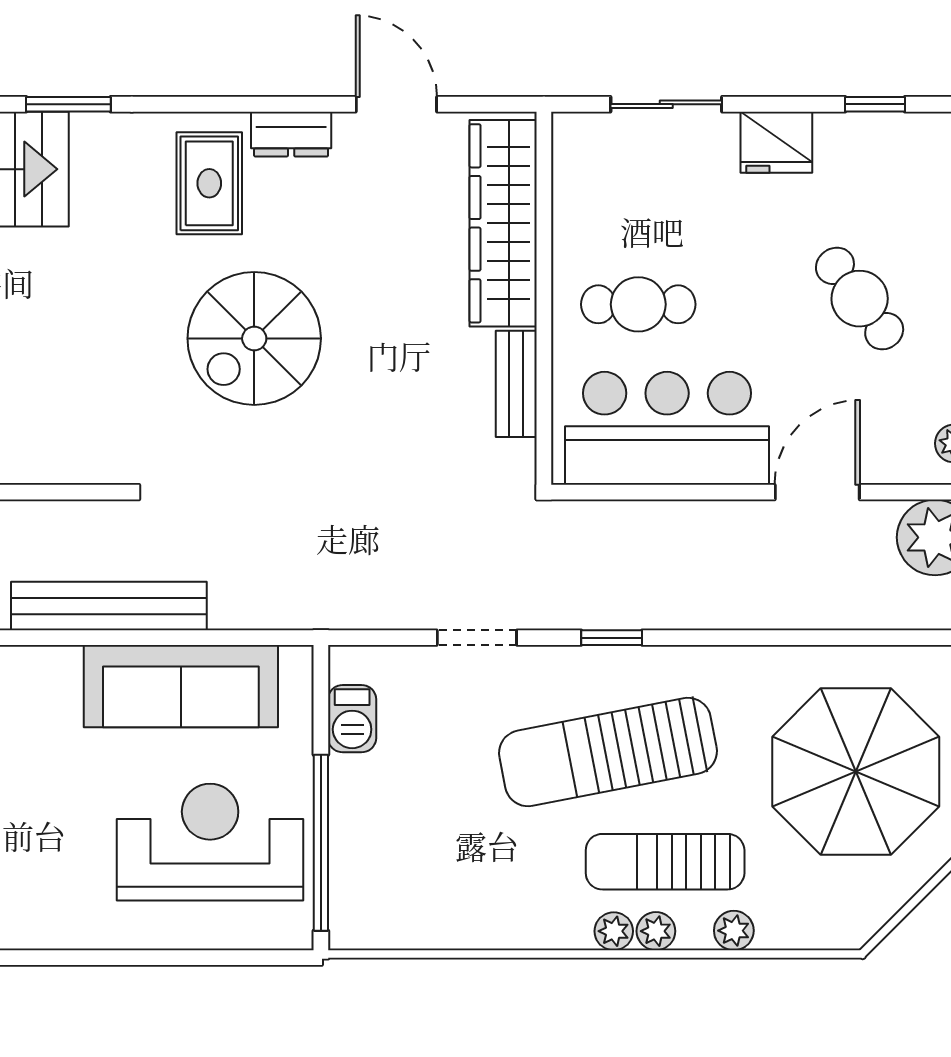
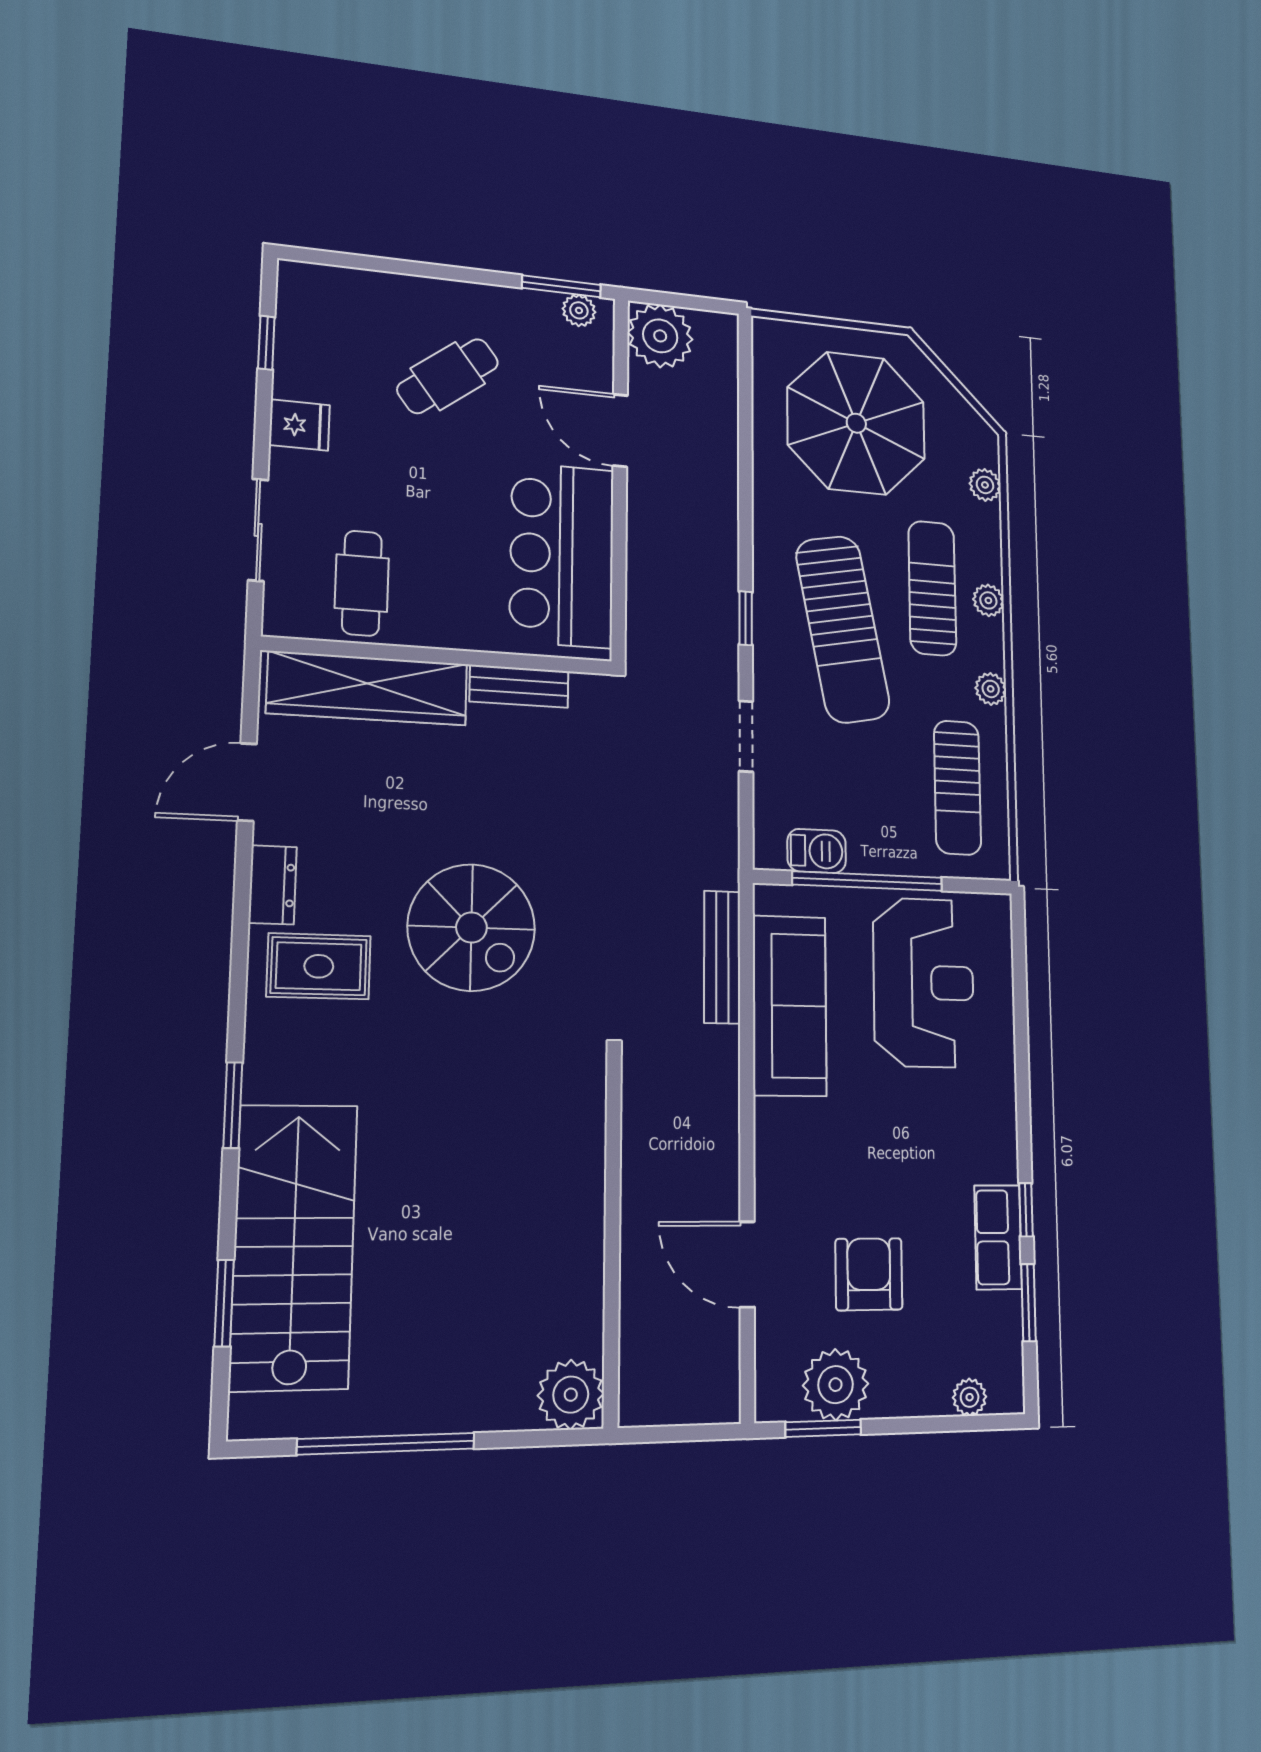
fridge: (776, 142) -> (299, 425), width x0.72
cafe table: (638, 304) -> (362, 583), moved
bench: (109, 606) -> (722, 957), moved, width x0.73, depth x0.82
reception desk: (210, 842) -> (924, 982), turned 180
window: (321, 843) -> (868, 881), moved
sun lounger: (665, 862) -> (932, 588), turned 180
sun lounger: (432, 887) -> (957, 788), added
plant: (614, 931) -> (991, 689), moved
plant: (734, 931) -> (985, 485), moved

